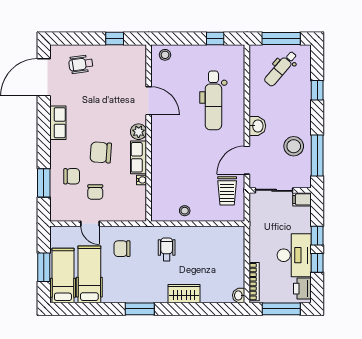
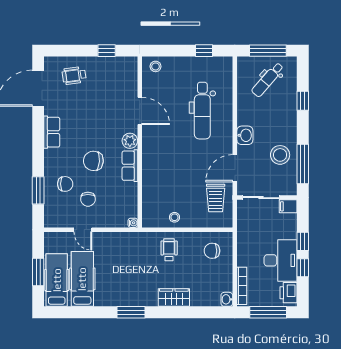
water cooler: (142, 180) -> (133, 223), moved
chair: (122, 249) -> (212, 251), moved
wheelchair: (167, 249) -> (169, 250), moved

